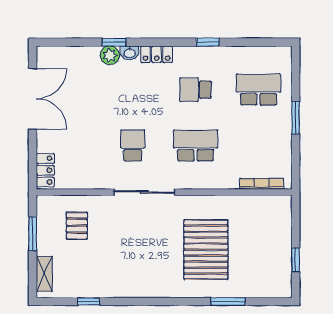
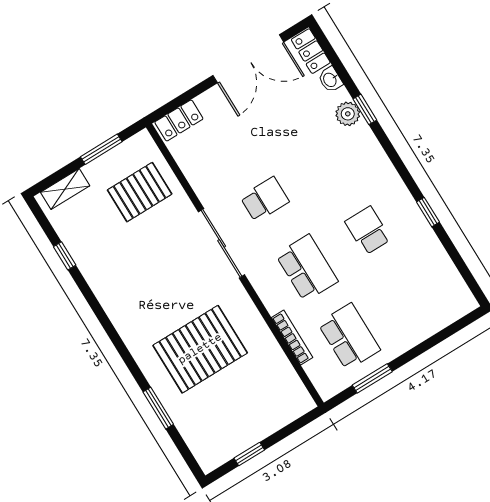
washbasin: (130, 53) -> (330, 80), moved
locker: (157, 54) -> (311, 51), moved
school desk: (258, 90) -> (349, 337), moved
window: (296, 118) -> (372, 378), moved
bookcase: (262, 184) -> (292, 337), moved
pallet: (77, 226) -> (140, 192), width x1.50, depth x1.42

